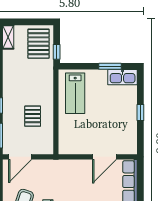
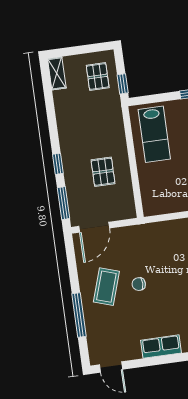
pallet: (39, 44) -> (98, 76), width x0.67, depth x0.71

